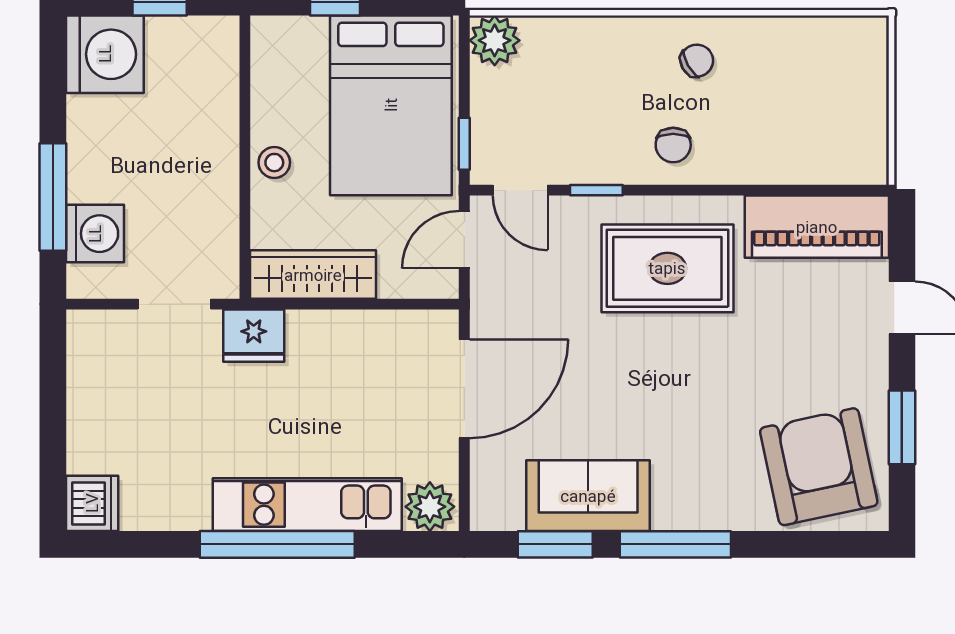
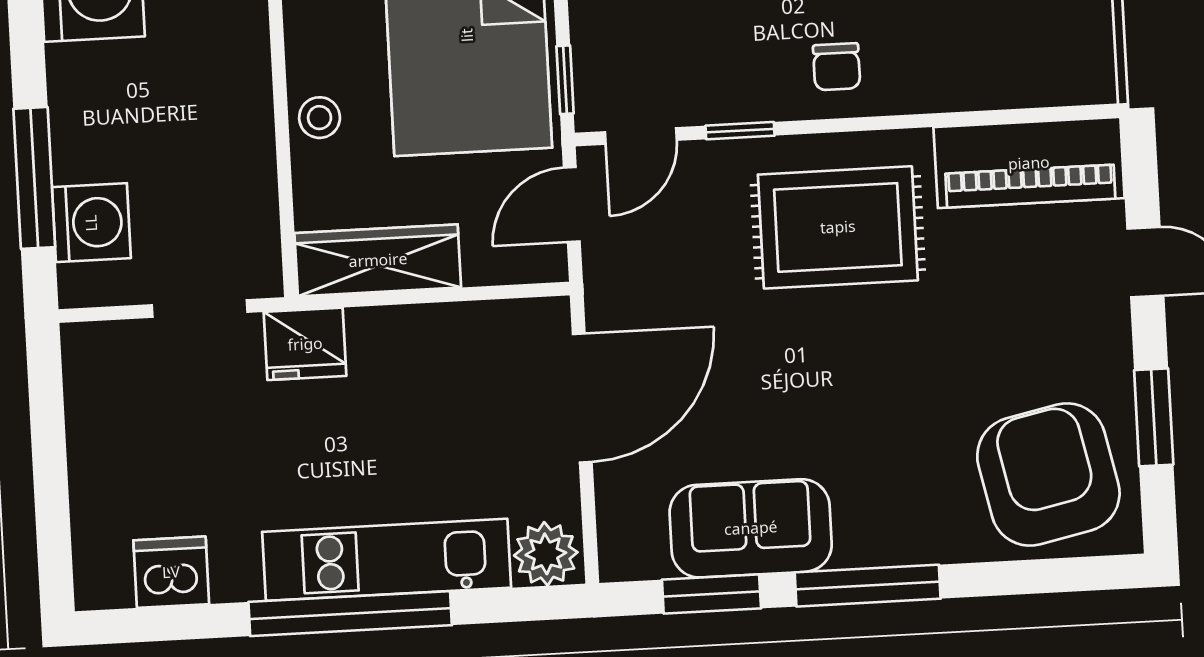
door: (520, 190) -> (641, 136), hinge flipped
dishwasher: (92, 503) -> (171, 572), moved, turned -90

